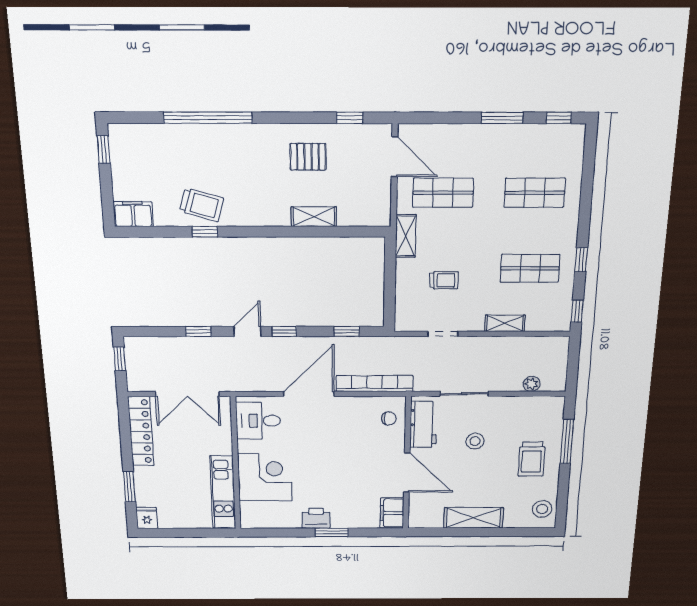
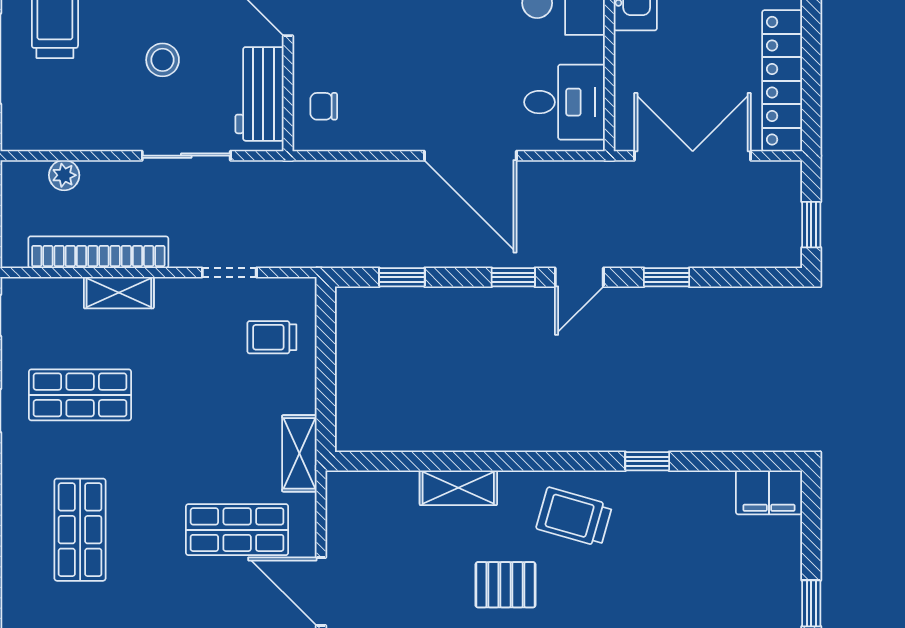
pallet: (308, 157) -> (505, 585), moved
shop shelf: (535, 193) -> (80, 530), turned 90
trolley: (202, 205) -> (574, 517), moved
trolley: (444, 280) -> (272, 337), moved
bookcase: (375, 384) -> (98, 252), moved, turned 180
door: (309, 394) -> (470, 156), hinge flipped

